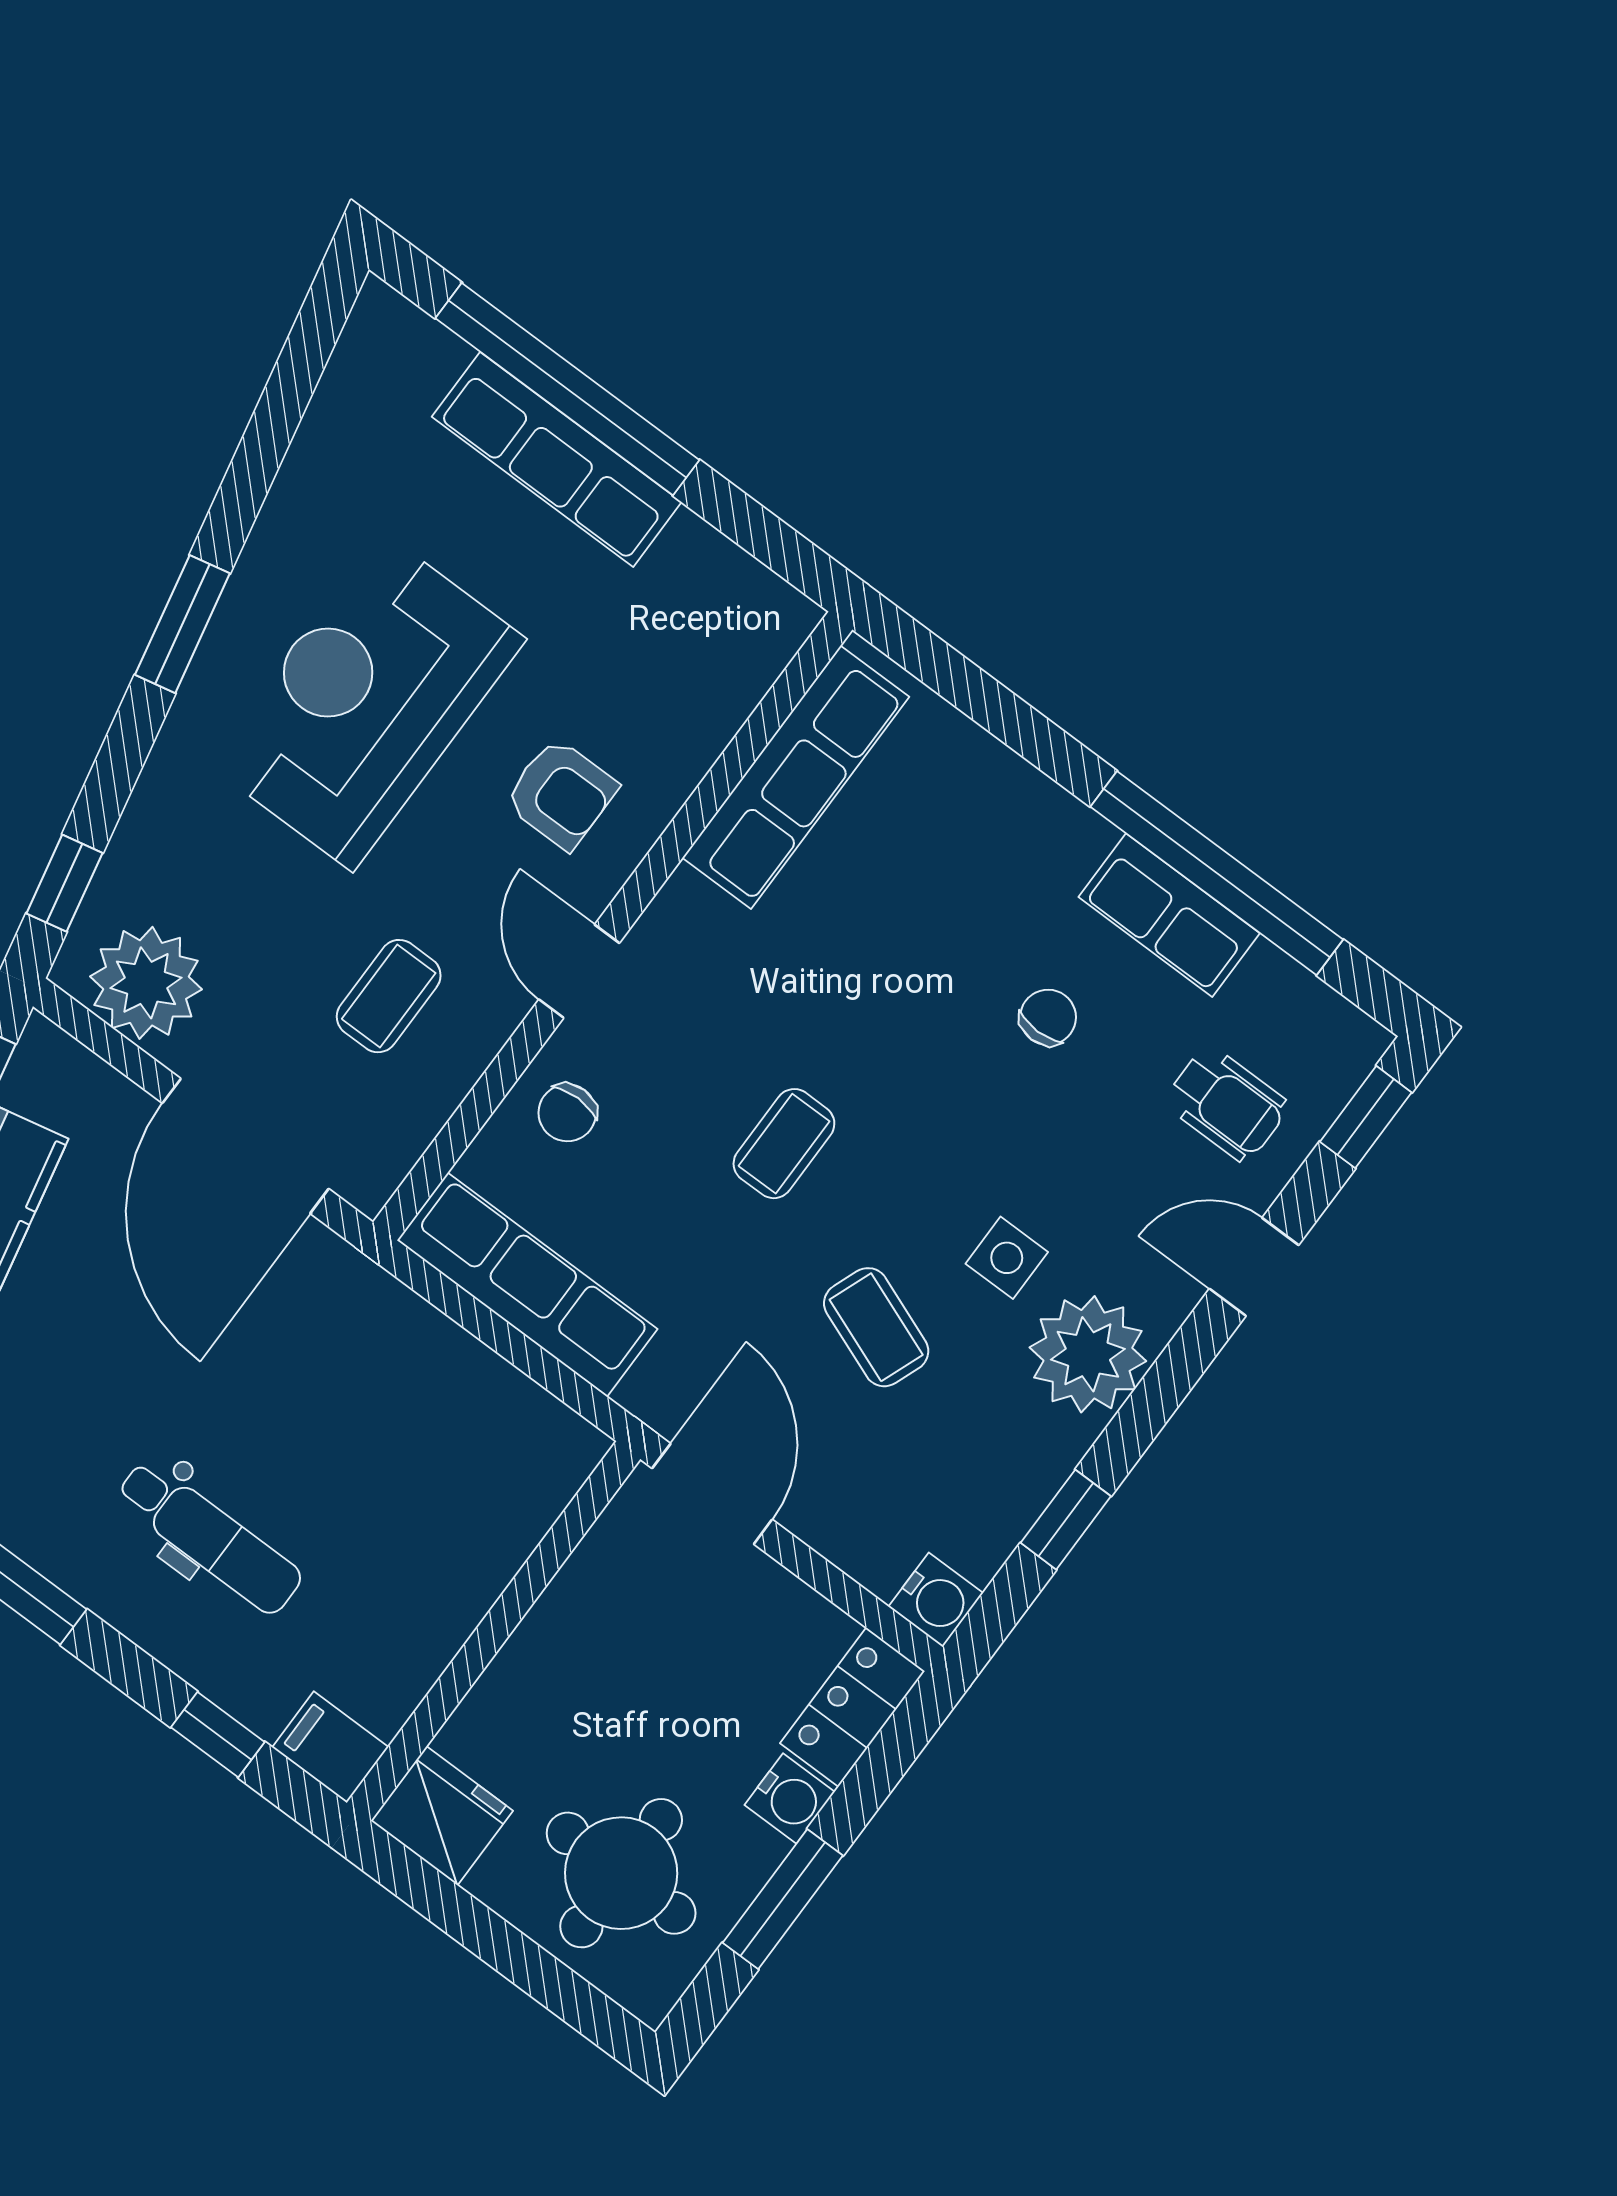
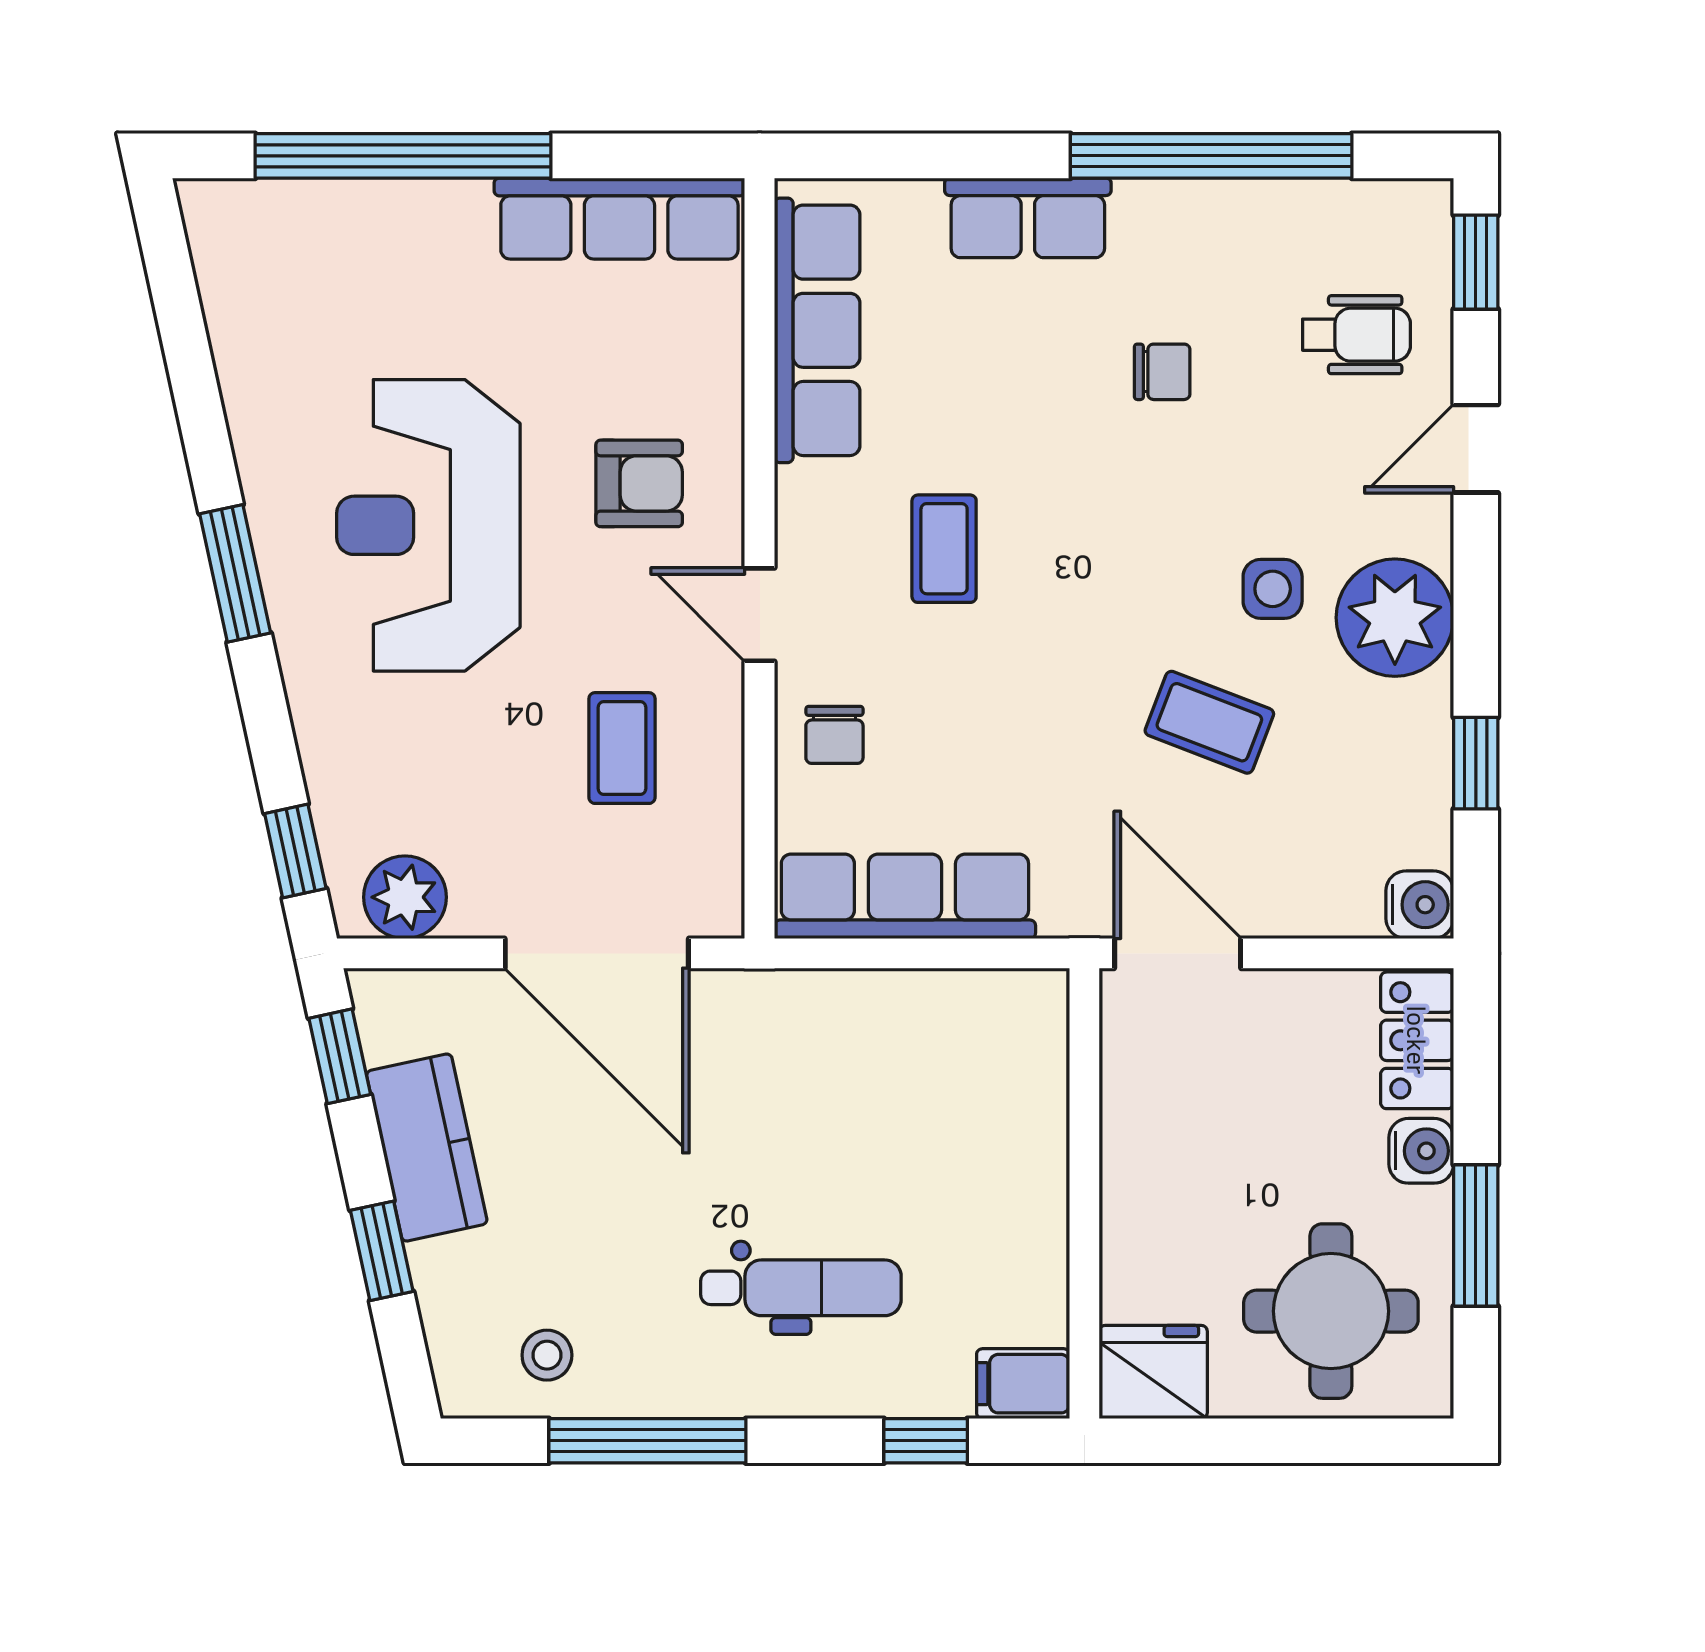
row of seats: (557, 459) -> (619, 219), moved
row of seats: (1169, 915) -> (1028, 218), moved
plant: (146, 983) -> (405, 897), width x0.73, depth x0.73
chair: (1048, 1017) -> (1162, 372), turned 90
coffee table: (784, 1144) -> (944, 549), moved

